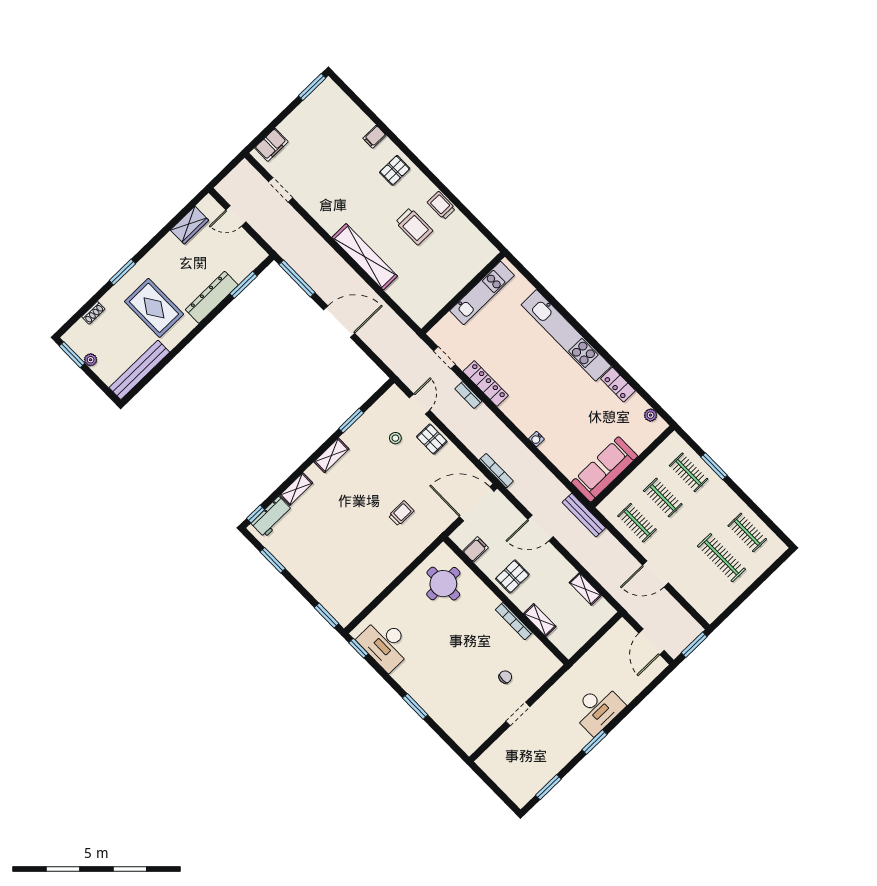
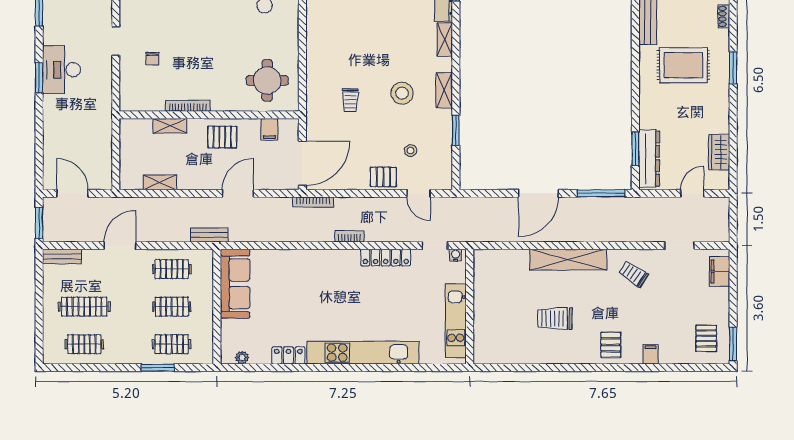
pallet: (326, 109) -> (706, 338), added
trolley: (441, 206) -> (633, 274), moved, turned -147
dresser: (212, 297) -> (649, 159), moved
bookcase: (468, 395) -> (350, 236), moved
water cooler: (536, 439) -> (456, 255), moved
stool: (362, 482) -> (402, 93), added
bench: (584, 515) -> (209, 235), width x0.73
pallet: (512, 577) -> (222, 137), turned 90
bench: (702, 607) -> (62, 256), added
desk: (598, 709) -> (61, 70), moved

